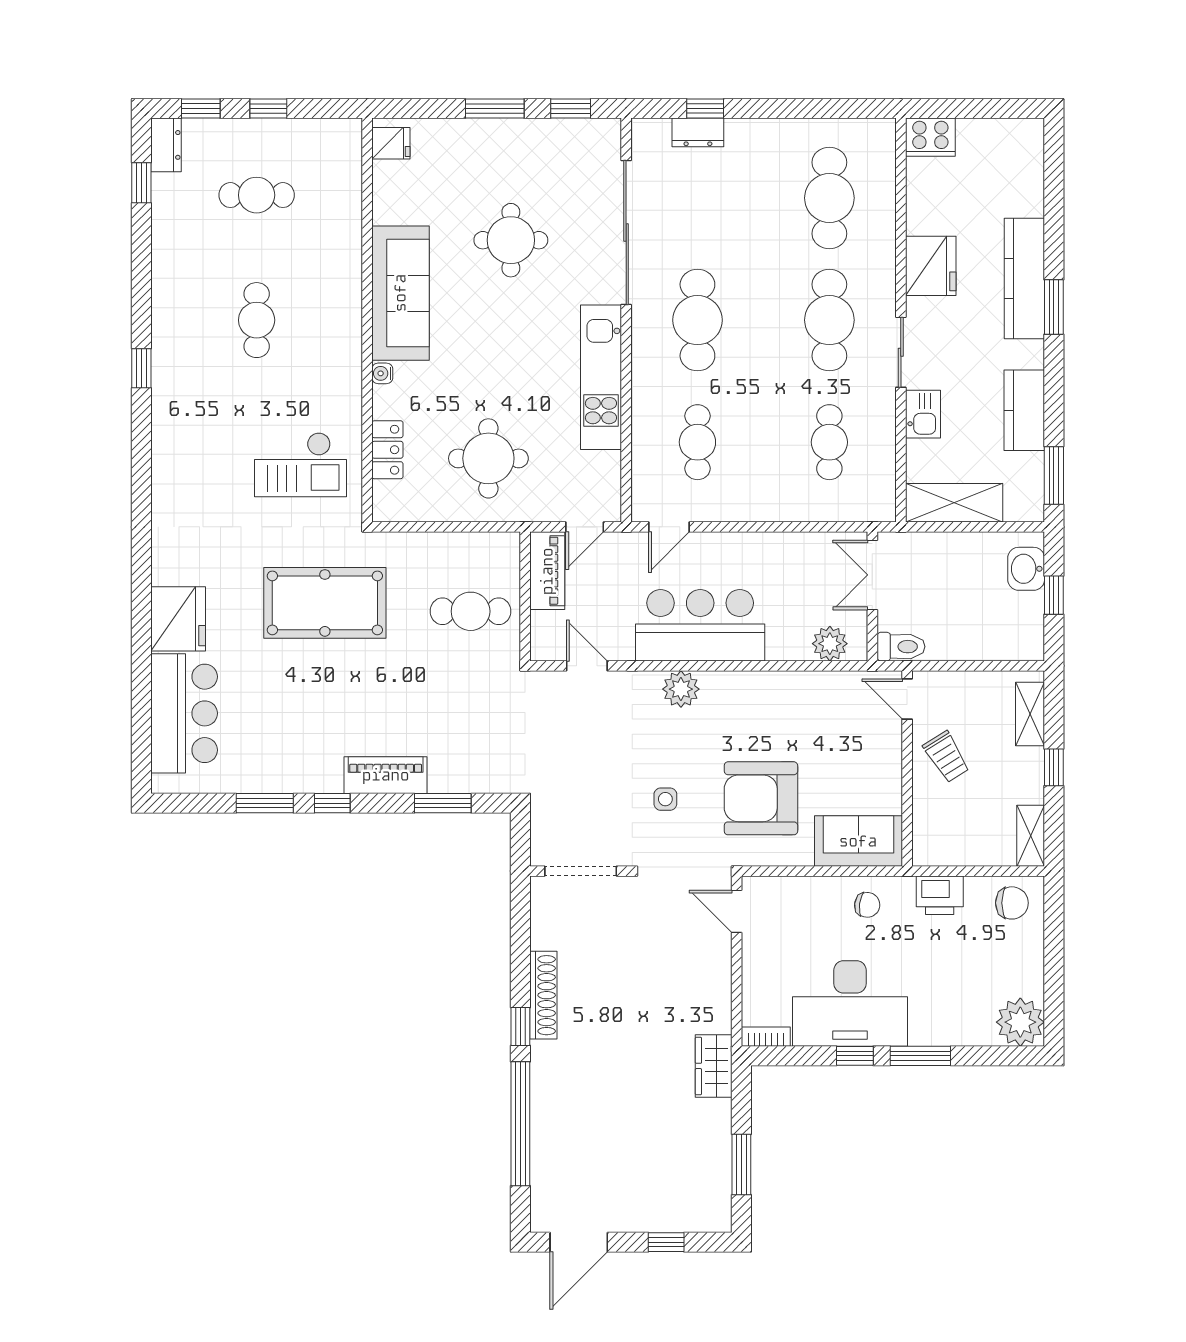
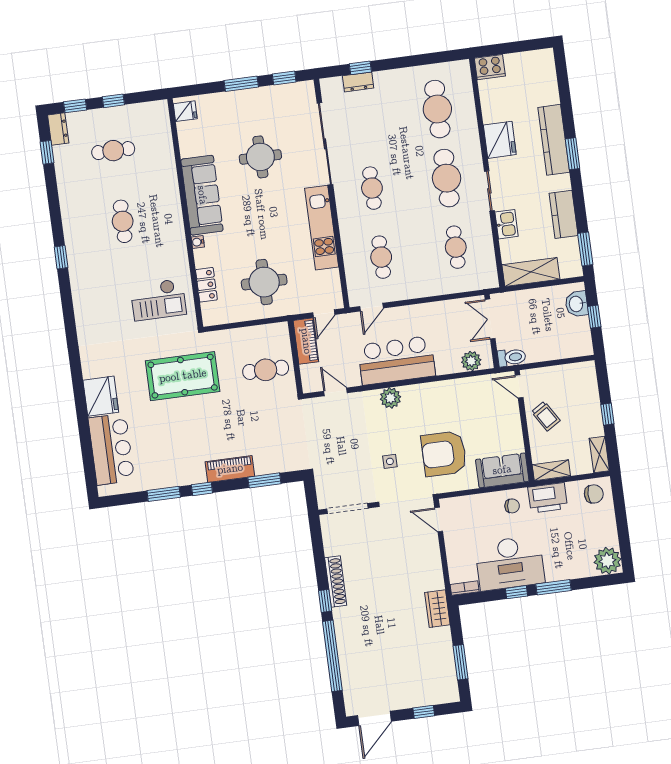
cafe table: (697, 320) -> (372, 188), width x0.73, depth x0.74
shelving: (1030, 714) -> (551, 470), moved, turned 90
printer: (940, 895) -> (548, 498), width x1.37, depth x1.19

